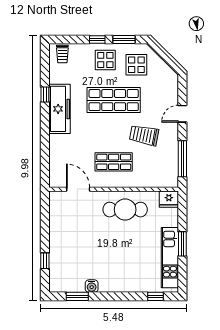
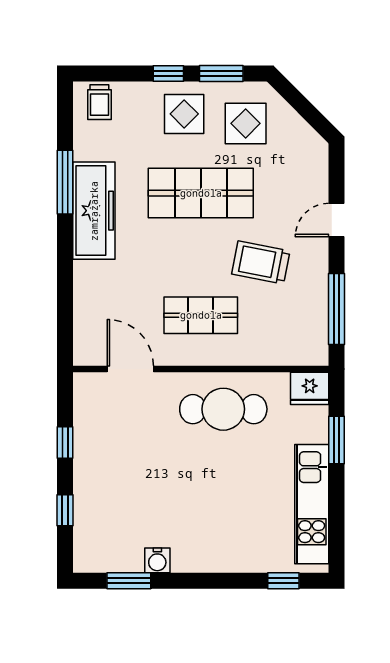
window: (45, 95) -> (65, 182), width x2.17
window: (45, 226) -> (65, 442), added
window: (182, 244) -> (336, 440), moved

